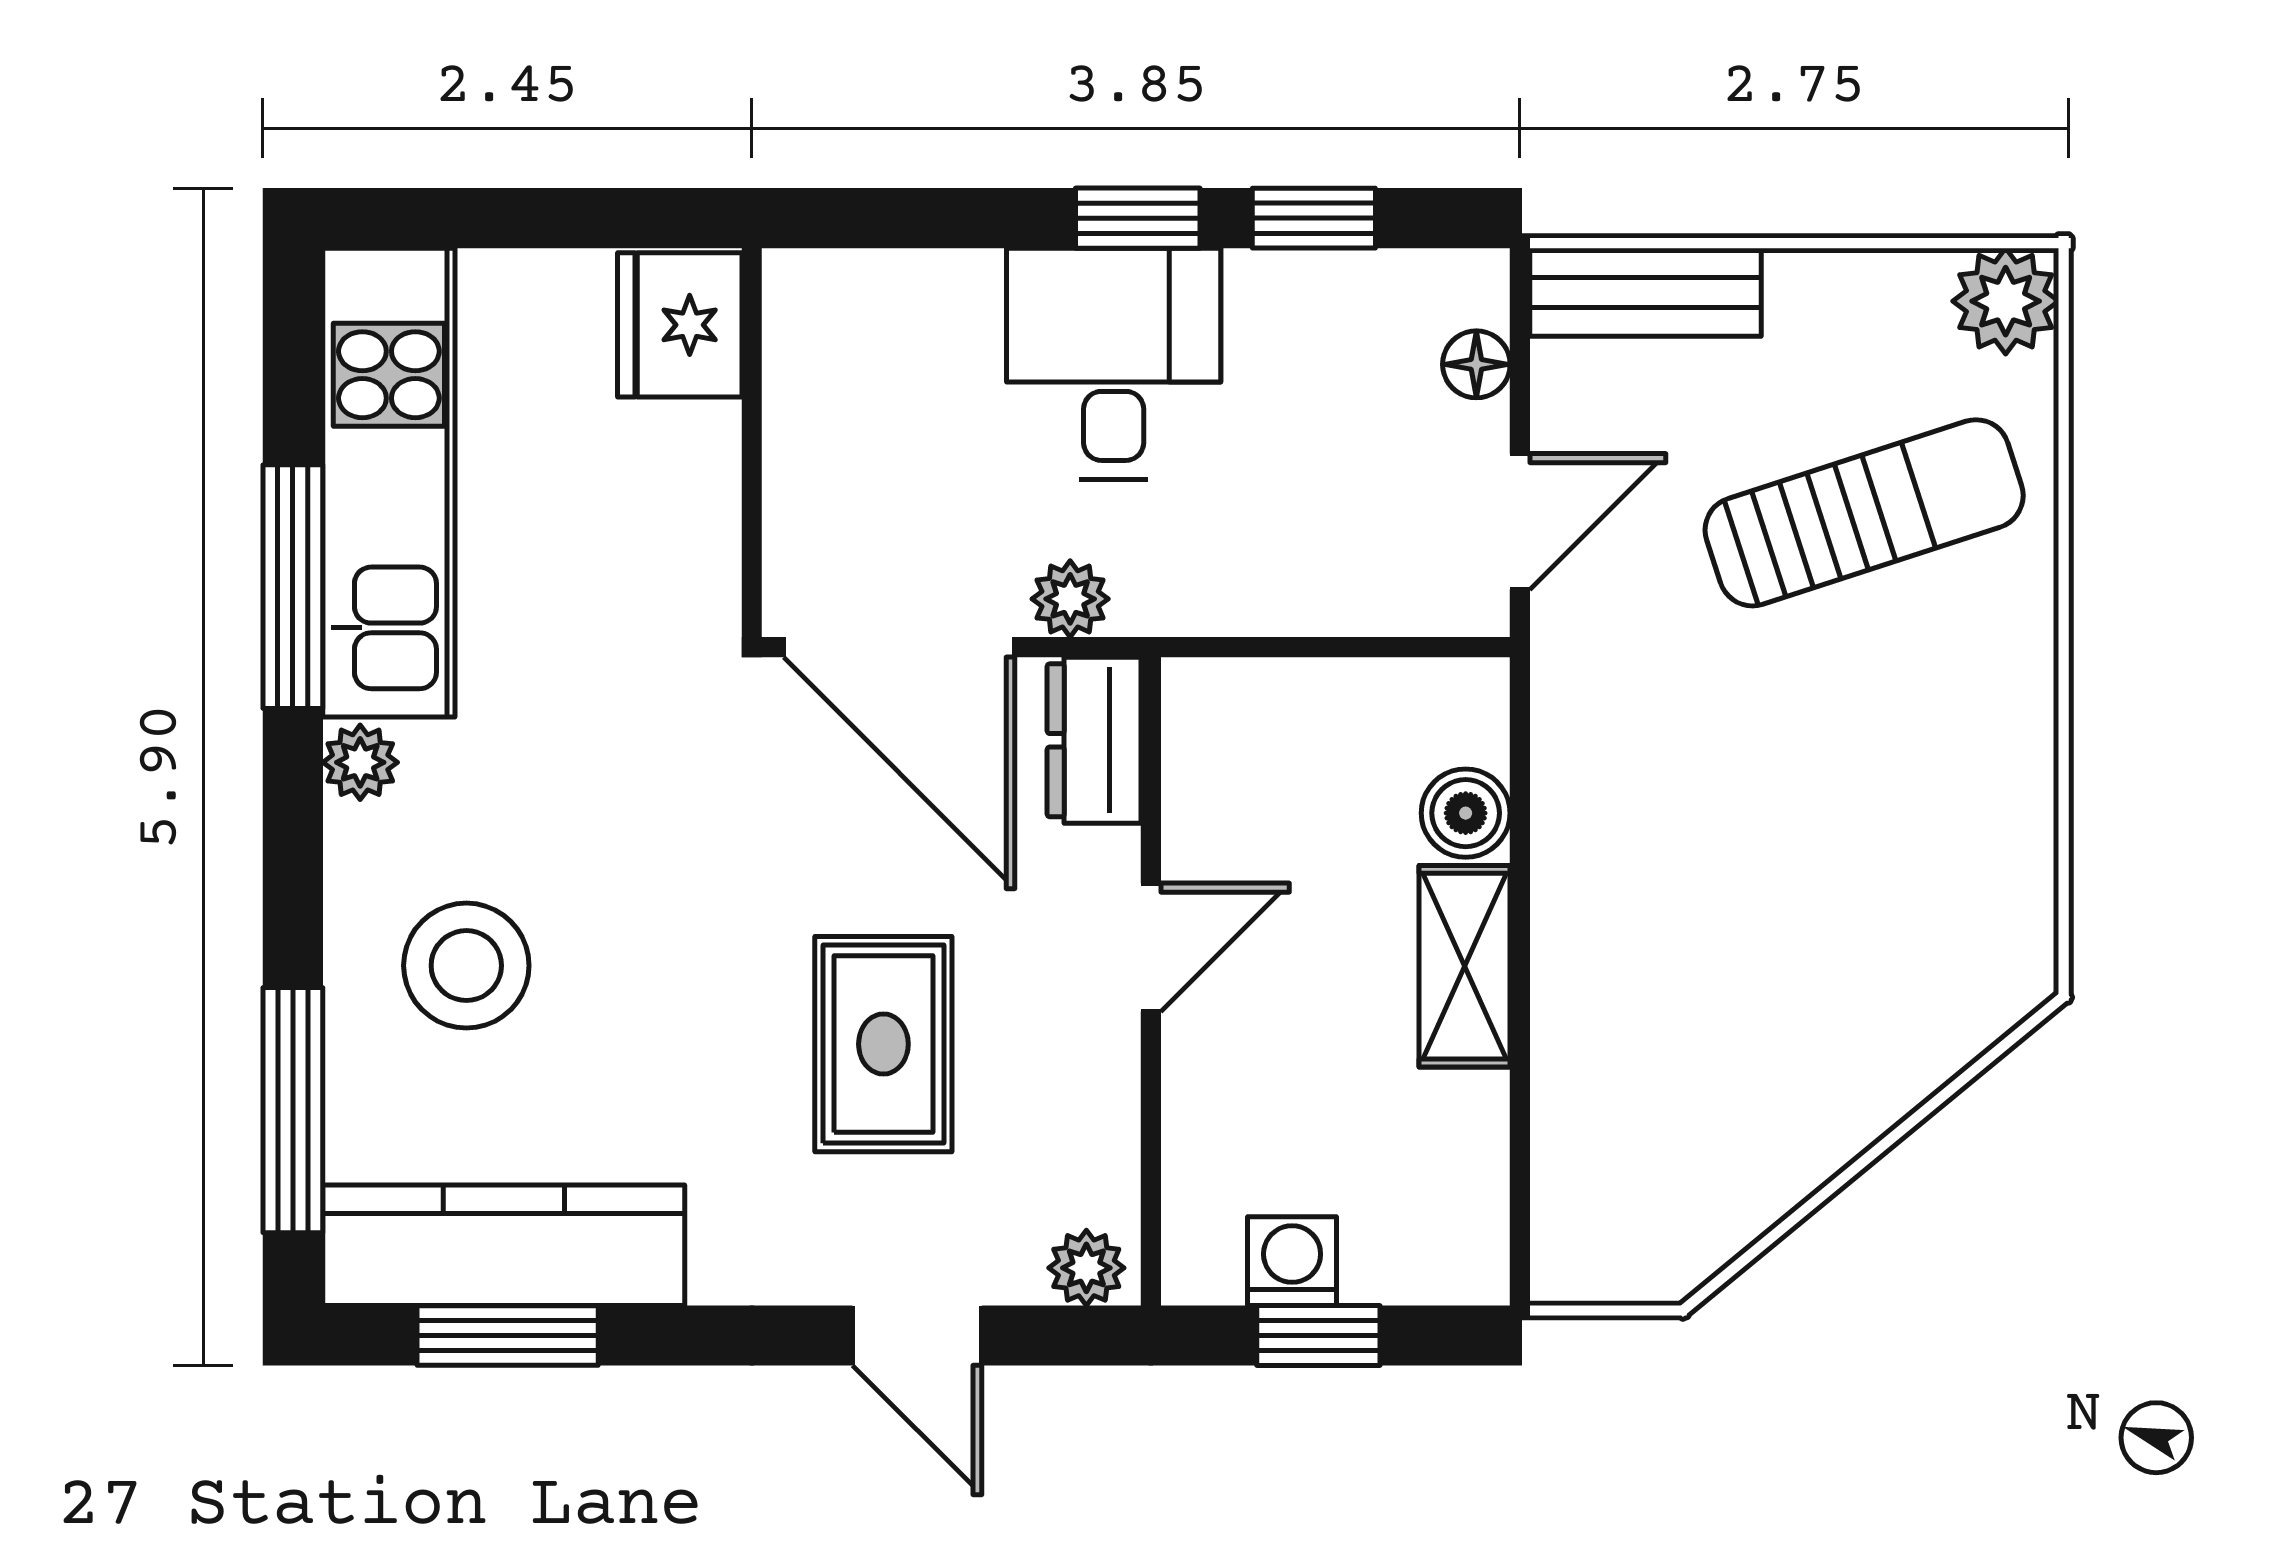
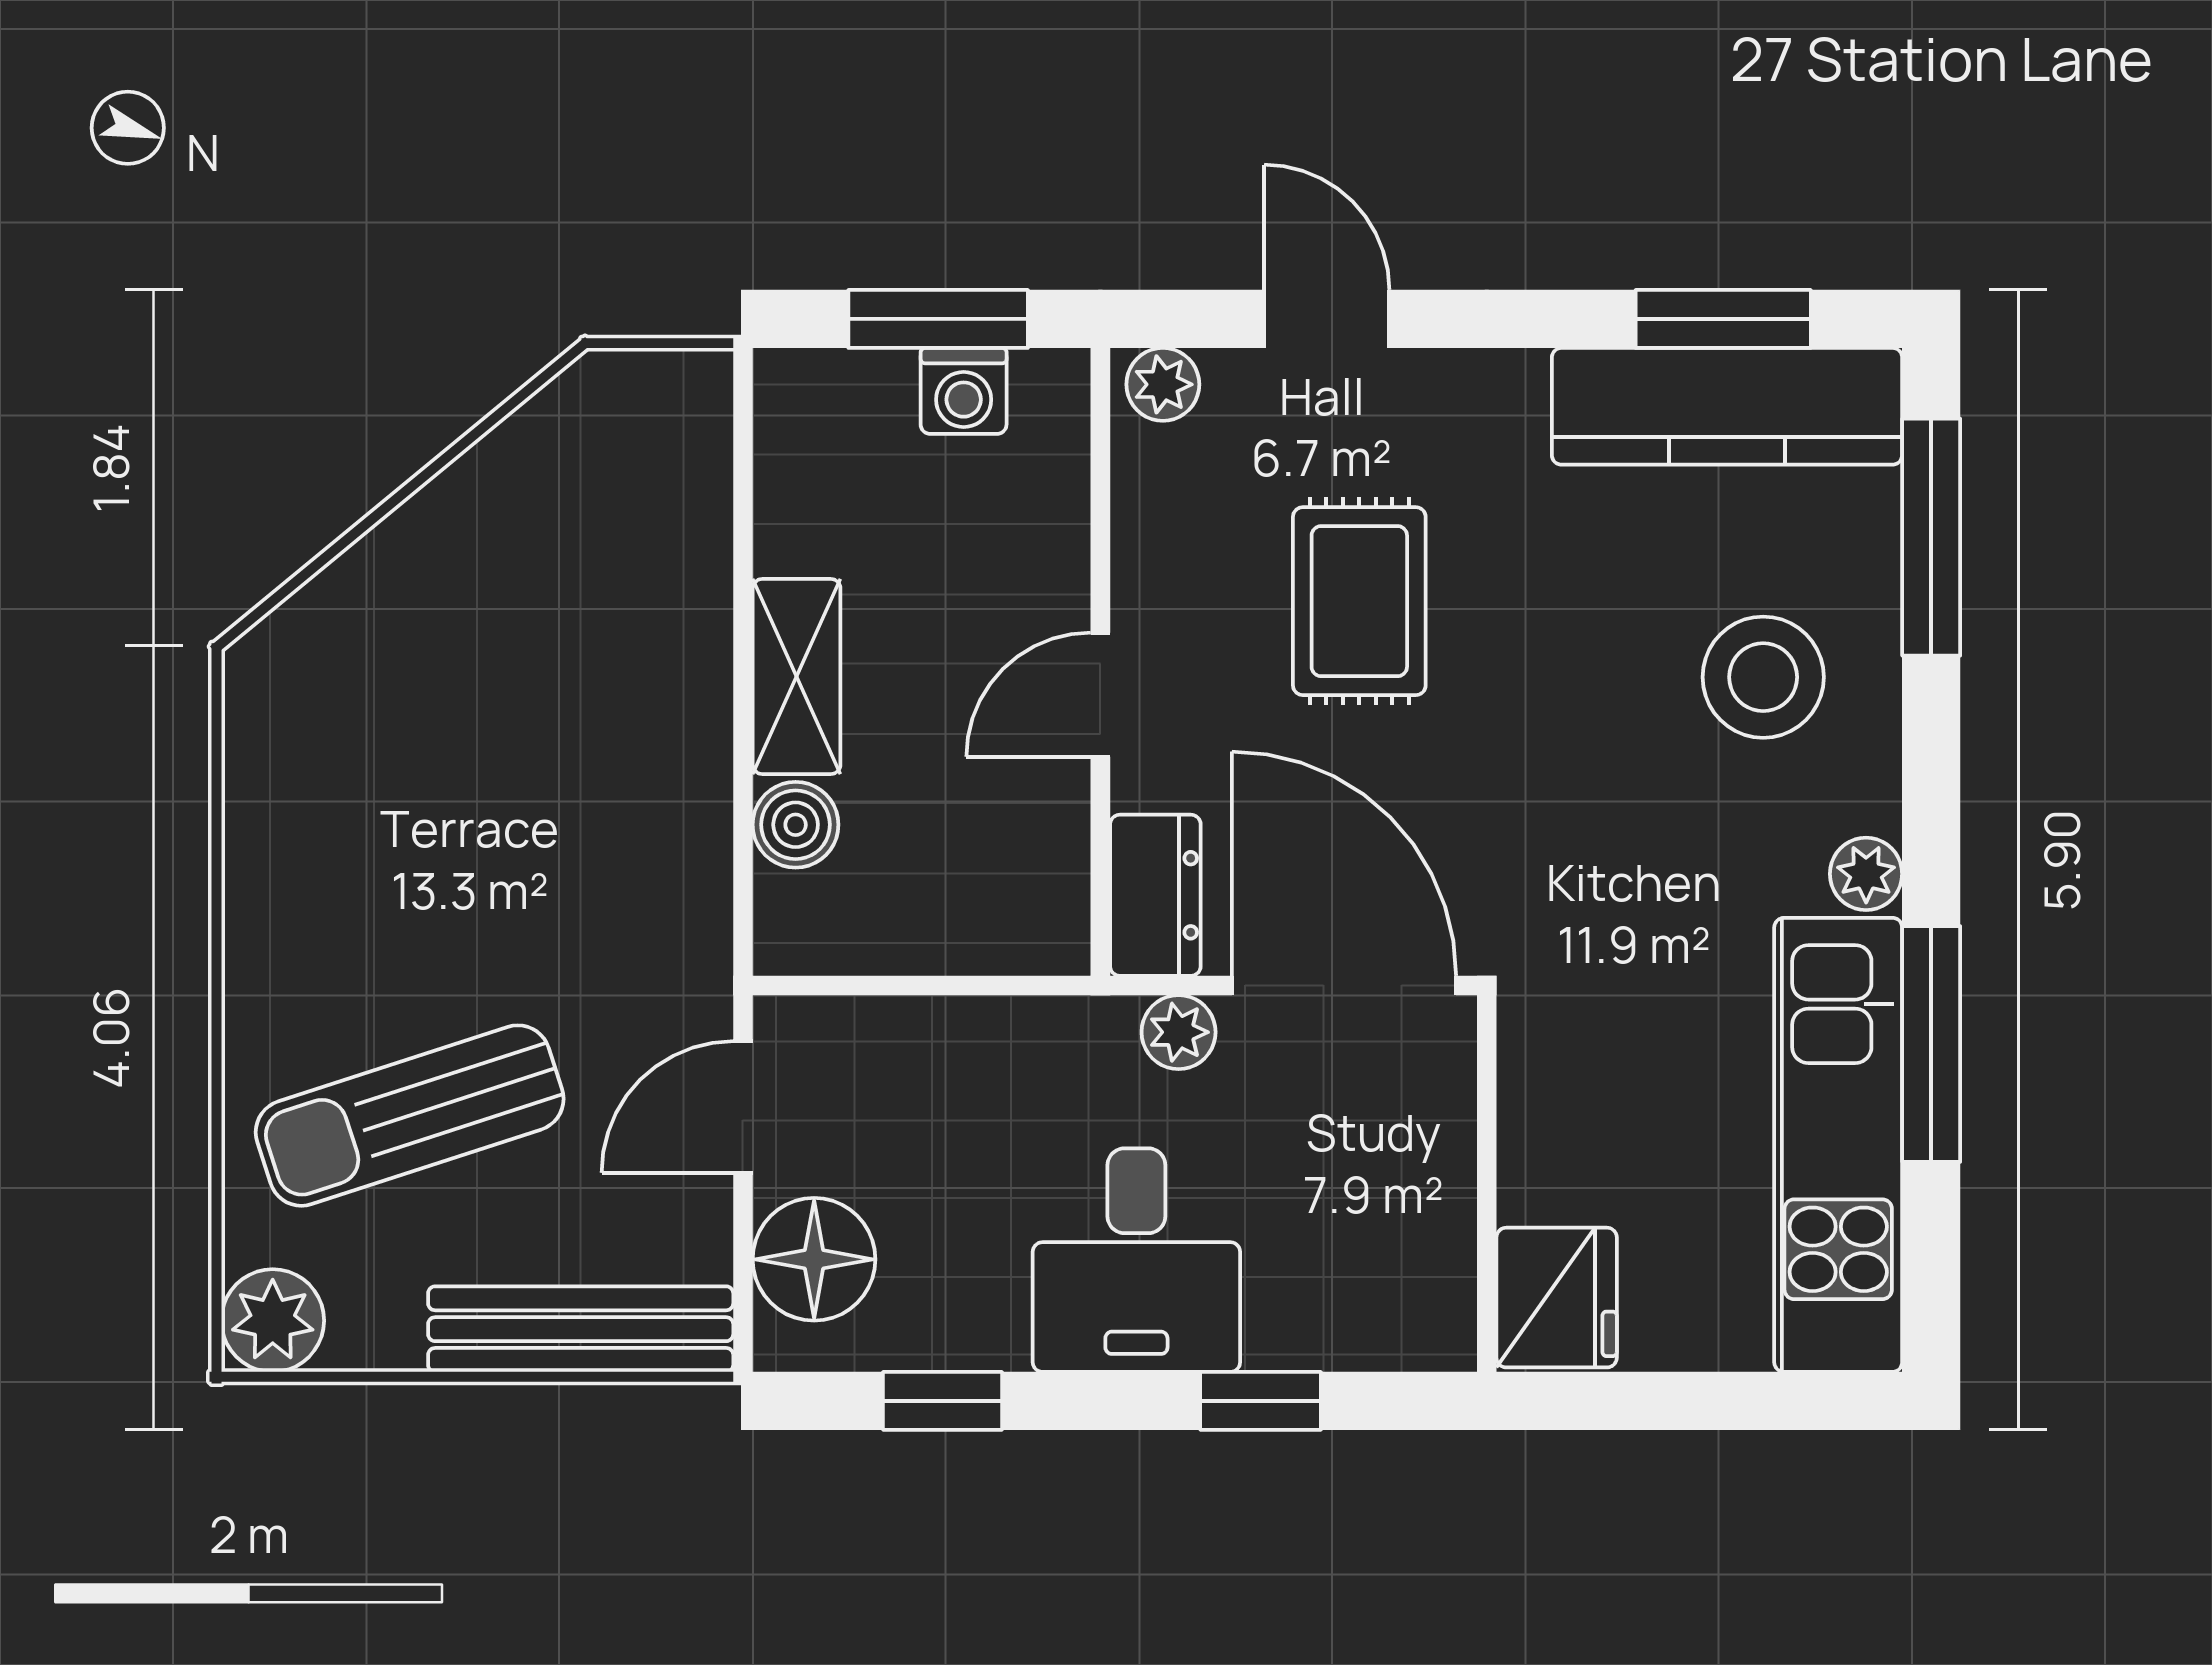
window: (1138, 218) -> (1261, 1401), moved
bench: (1645, 292) -> (581, 1329), width x1.36
floor lamp: (1476, 364) -> (814, 1259), width x1.89, depth x1.89
window: (1318, 1335) -> (938, 319), width x1.50

